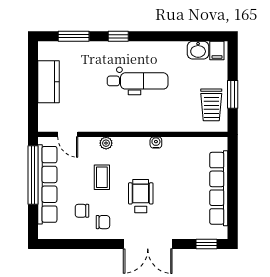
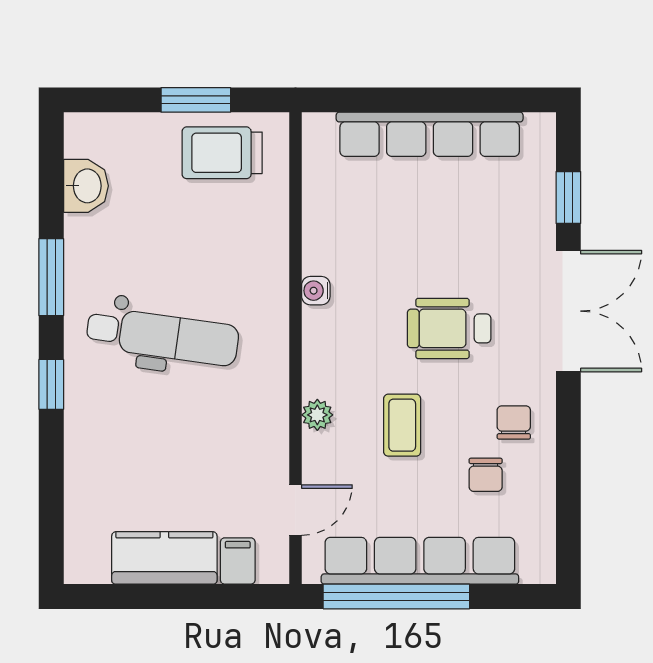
window: (74, 36) -> (51, 277), moved
filing cabinet: (217, 50) -> (238, 561), moved, turned -90
dental chair: (138, 81) -> (162, 336), turned 98
trolley: (211, 105) -> (222, 153), turned 180
coffee table: (102, 177) -> (402, 425), turned 90
window: (207, 244) -> (568, 198), moved

